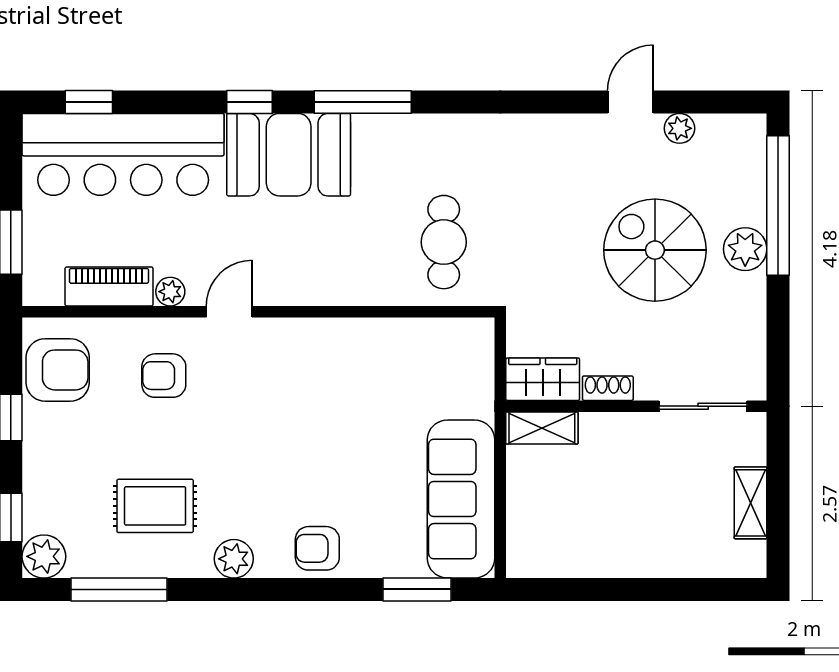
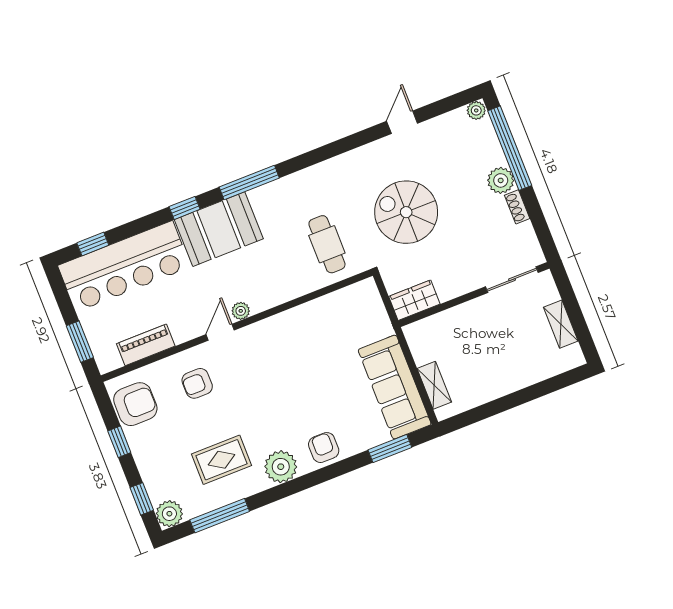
plant: (679, 128) -> (476, 110), moved
spiral stairs: (655, 250) -> (406, 212), moved
plant: (170, 292) -> (241, 311), moved
shoe rack: (608, 388) -> (517, 207), moved, turned -90
shelving: (542, 428) -> (434, 385), moved, turned 90
armchair: (317, 548) -> (324, 448), turned 90
plant: (234, 559) -> (281, 467), width x1.36, depth x1.36

